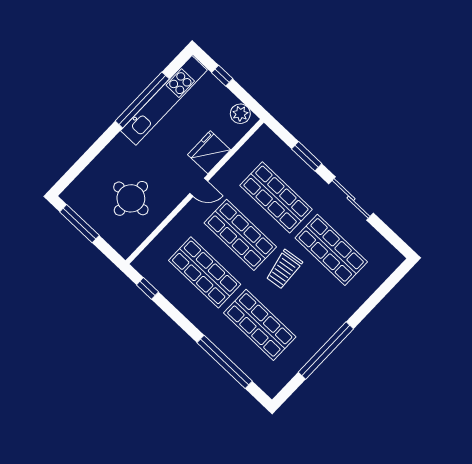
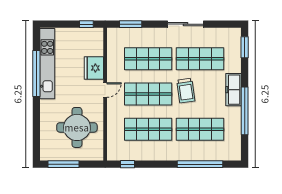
window: (222, 76) -> (86, 24), moved
plant: (240, 114) -> (91, 34), removed
window: (307, 156) -> (131, 24), moved
round table: (131, 198) -> (77, 127), width x1.36, depth x1.36
window: (390, 283) -> (245, 47), added
freezer: (336, 317) -> (233, 90), added

